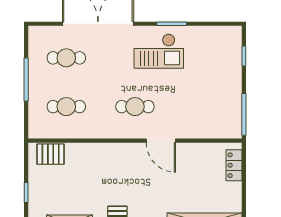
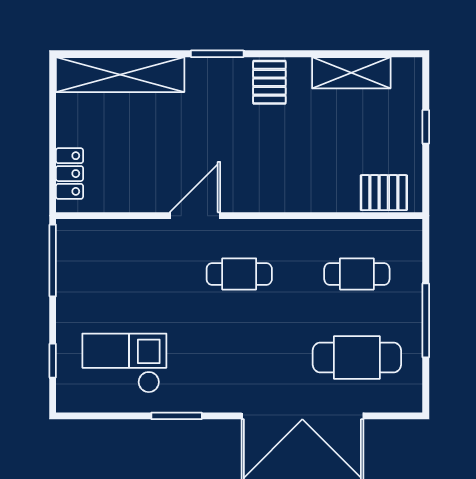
checkout: (159, 51) -> (124, 363), moved
cafe table: (66, 58) -> (357, 357), width x1.37, depth x1.35
door: (161, 141) -> (195, 216), hinge flipped

